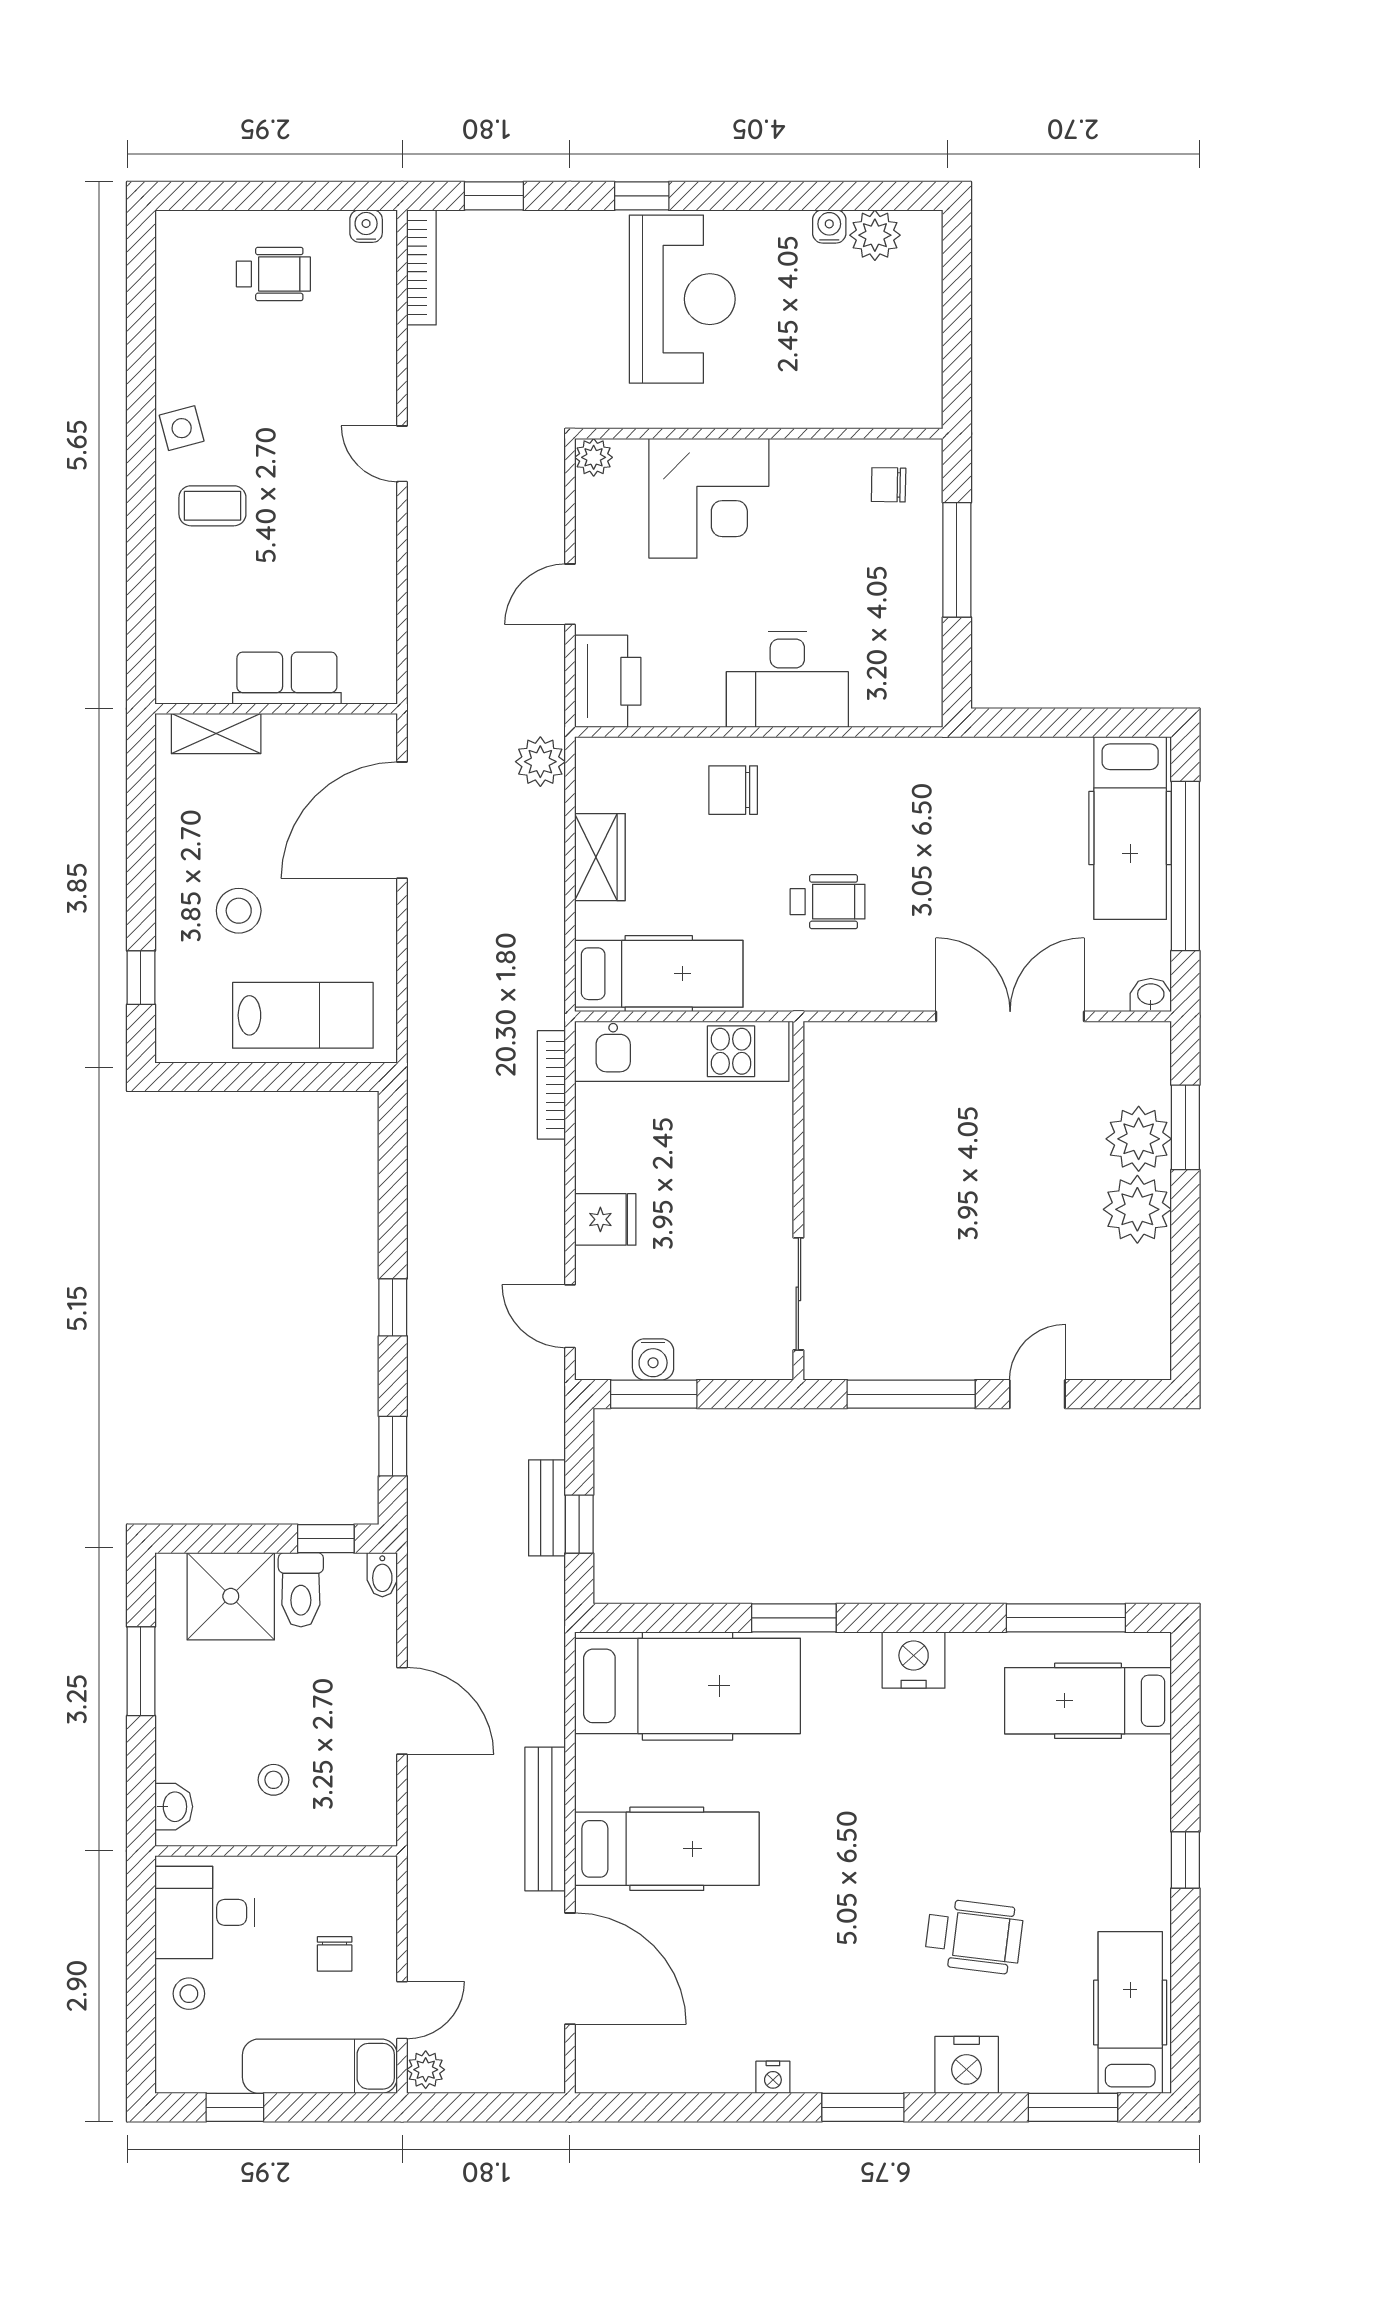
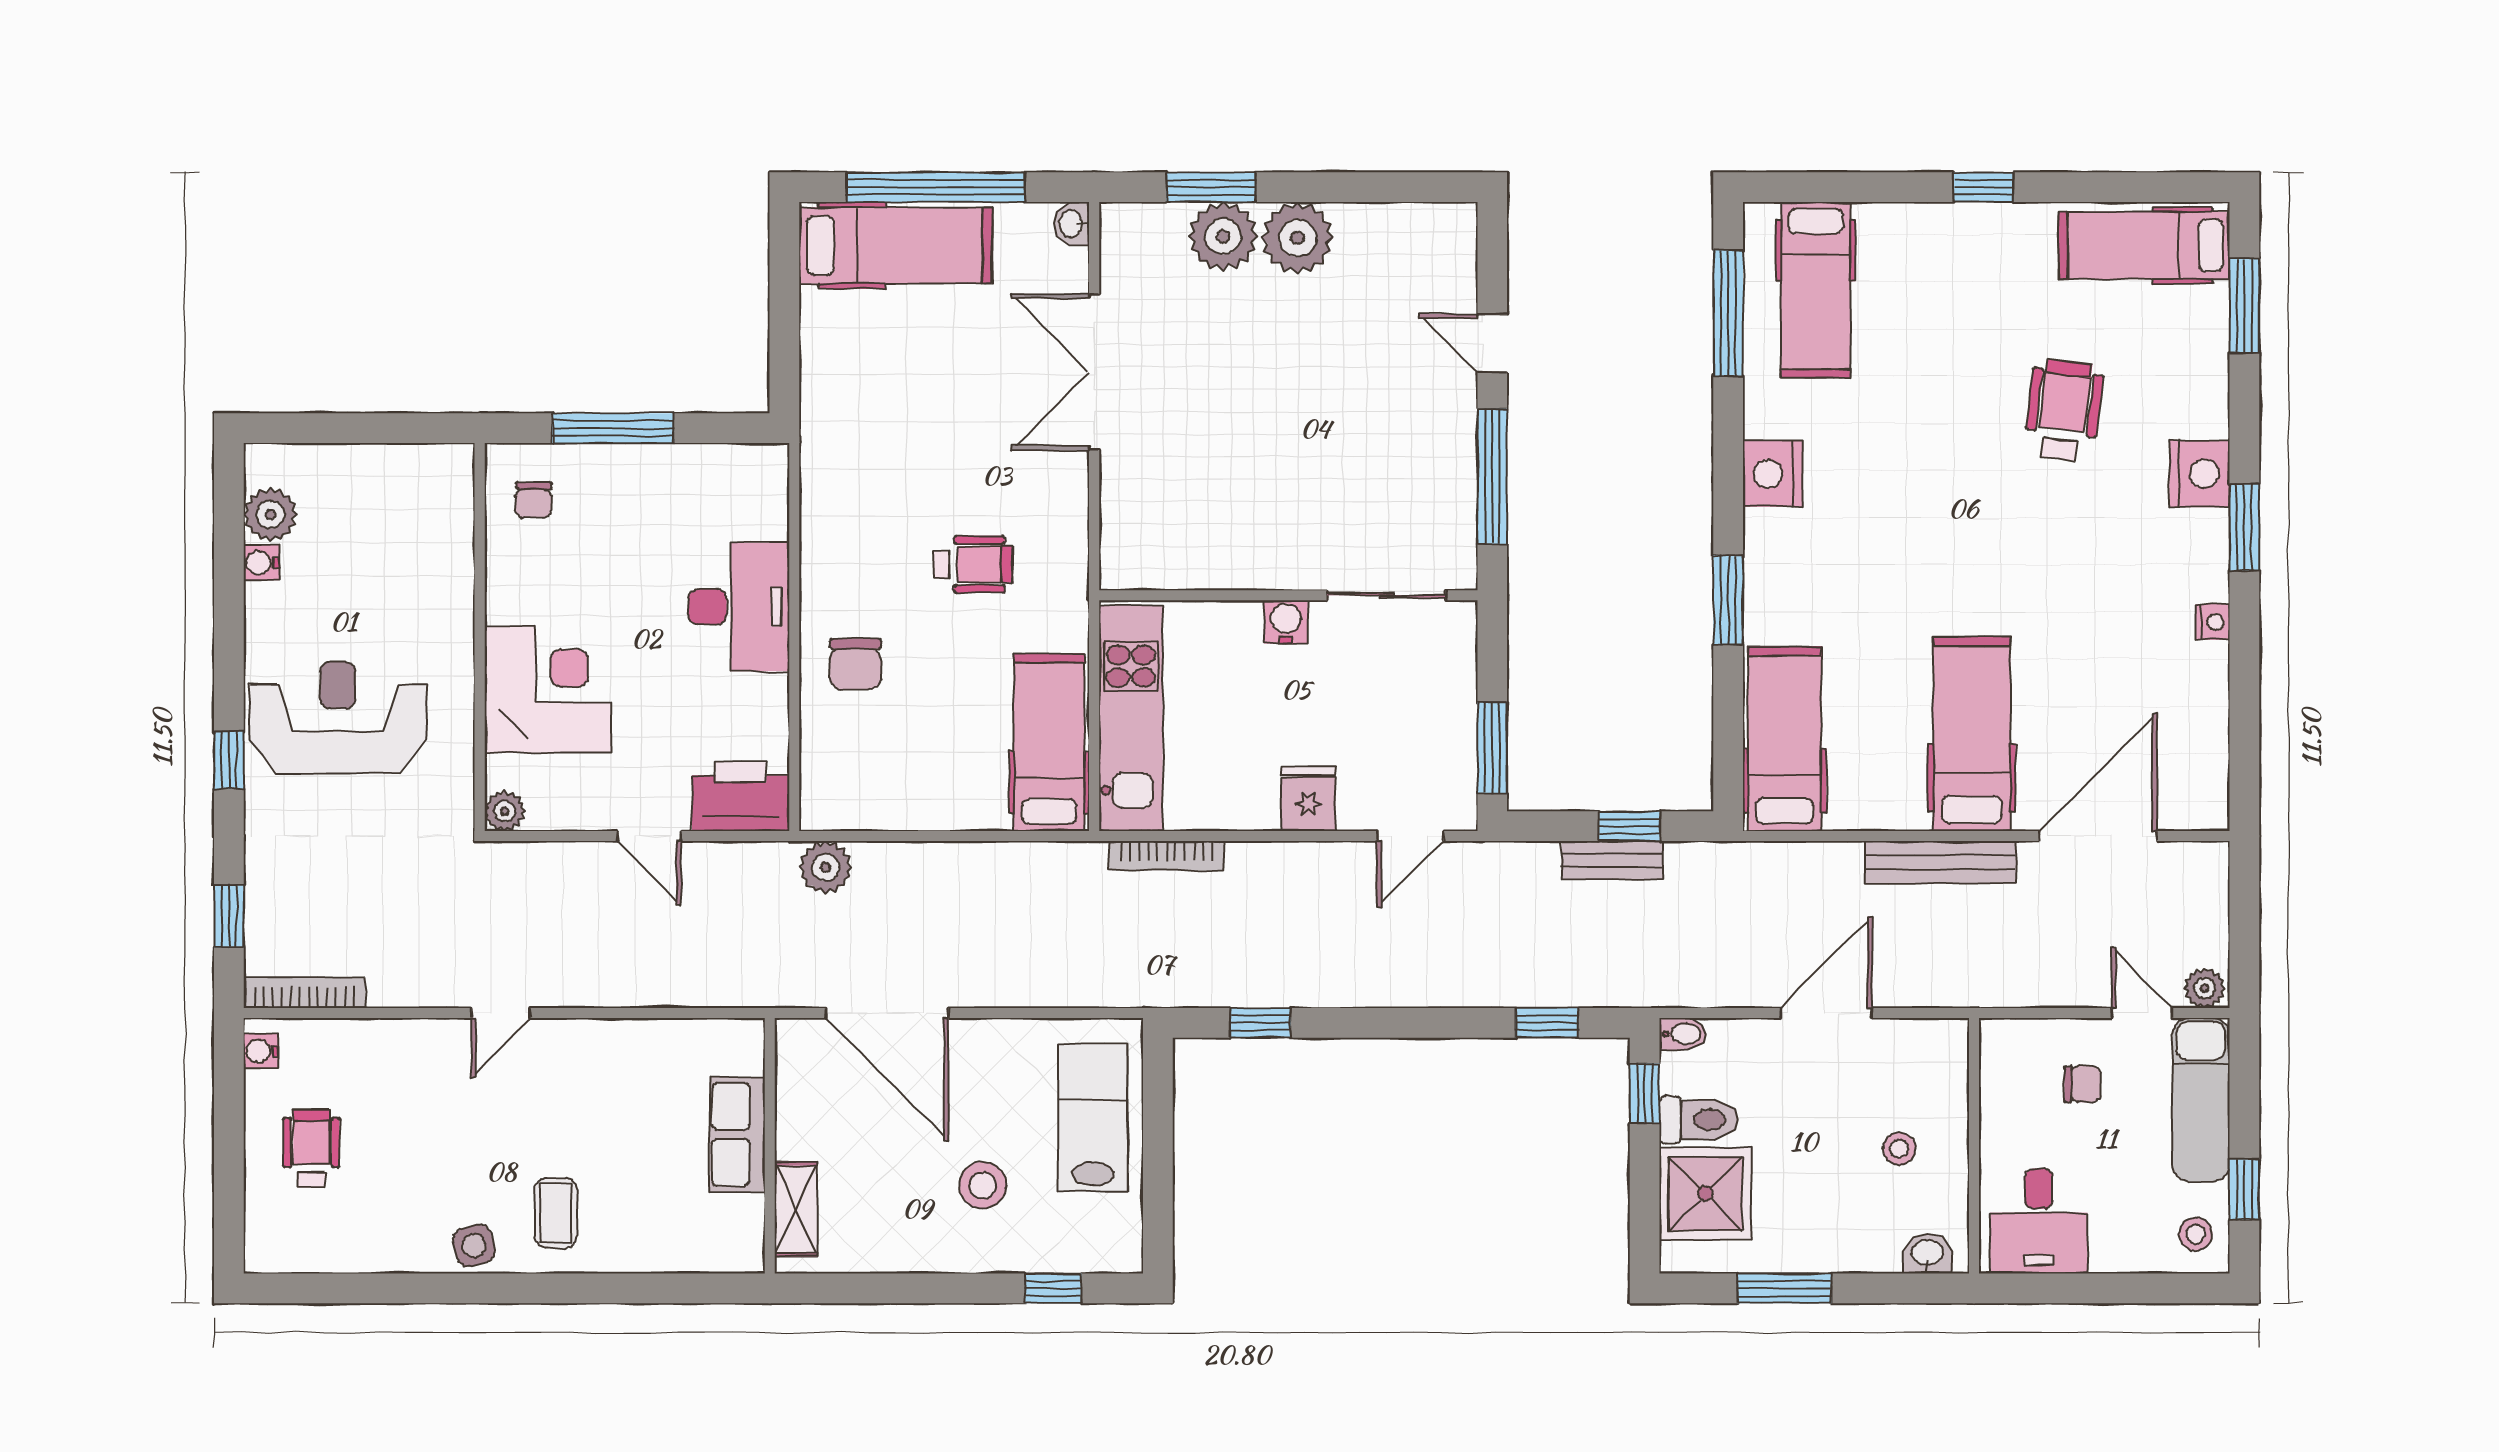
wardrobe: (600, 857) -> (926, 805), removed
wheelchair: (828, 902) -> (973, 564), turned 90
window: (393, 1307) -> (1260, 1023), moved
water cooler: (653, 1359) -> (1286, 622), moved, turned -90
hospital bed: (688, 1686) -> (1785, 739), width x0.73, depth x0.78
stool: (189, 1994) -> (2196, 1234), moved
nightstand: (967, 2065) -> (2200, 474), moved

